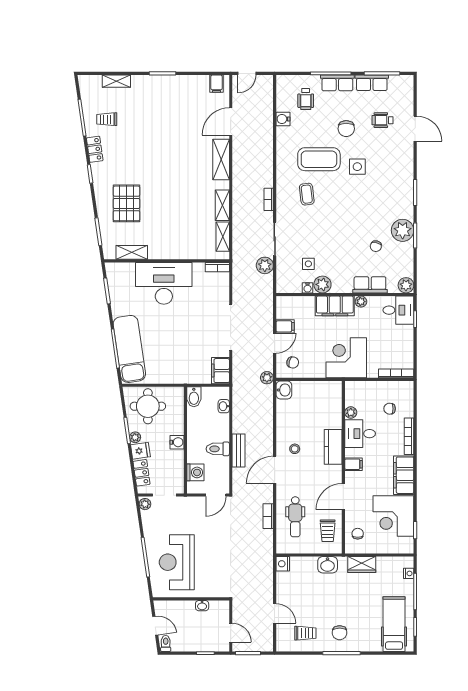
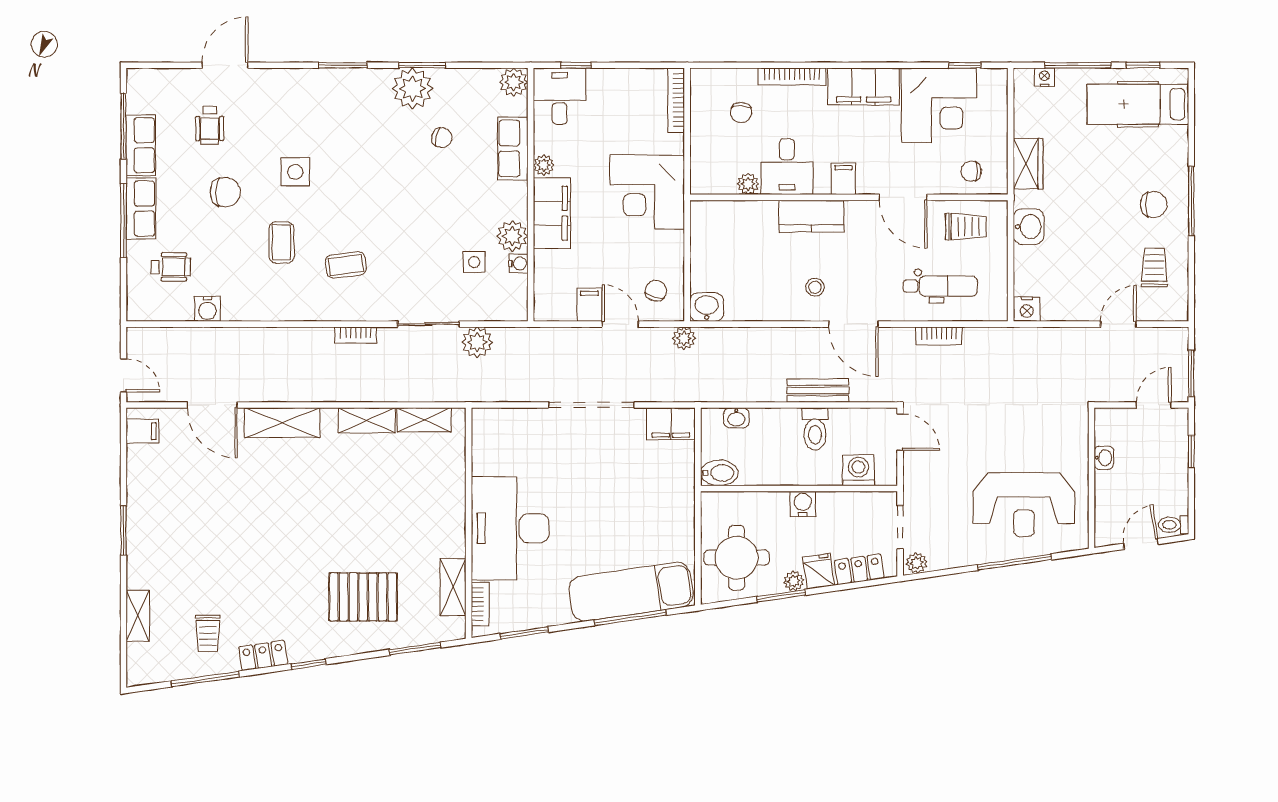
coffee table: (319, 159) -> (282, 242), width x0.54, depth x0.58
bookcase: (217, 267) -> (480, 604), moved

